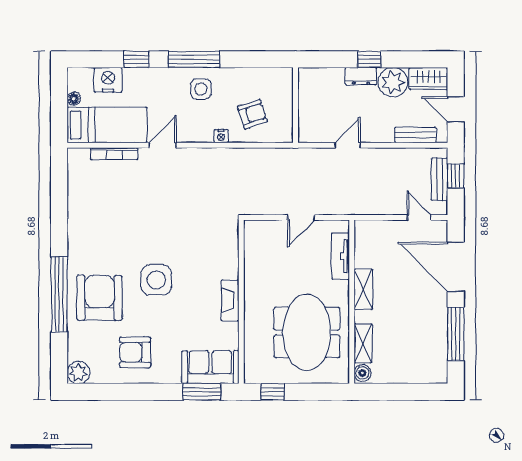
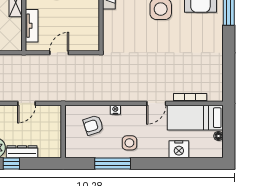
window: (136, 59) -> (175, 164), removed
window: (194, 59) -> (113, 164), moved
dresser: (361, 76) -> (22, 152), width x1.44
nightstand: (108, 80) -> (179, 149), moved

